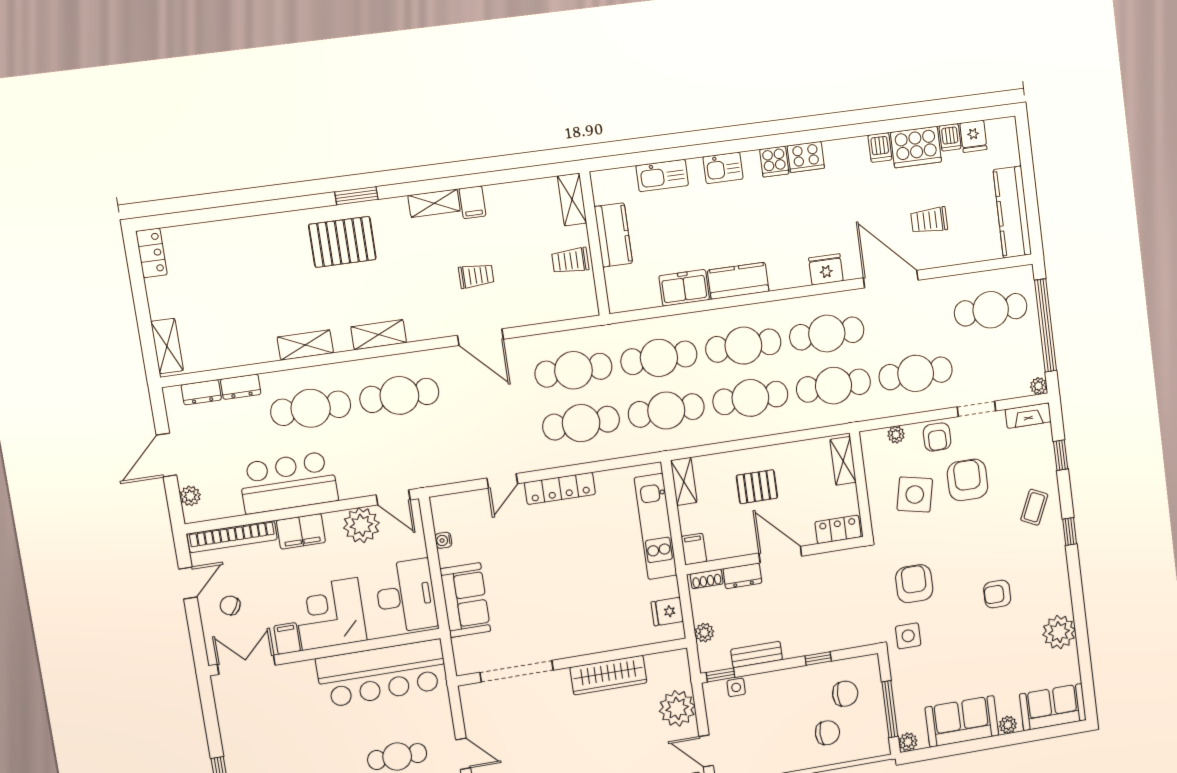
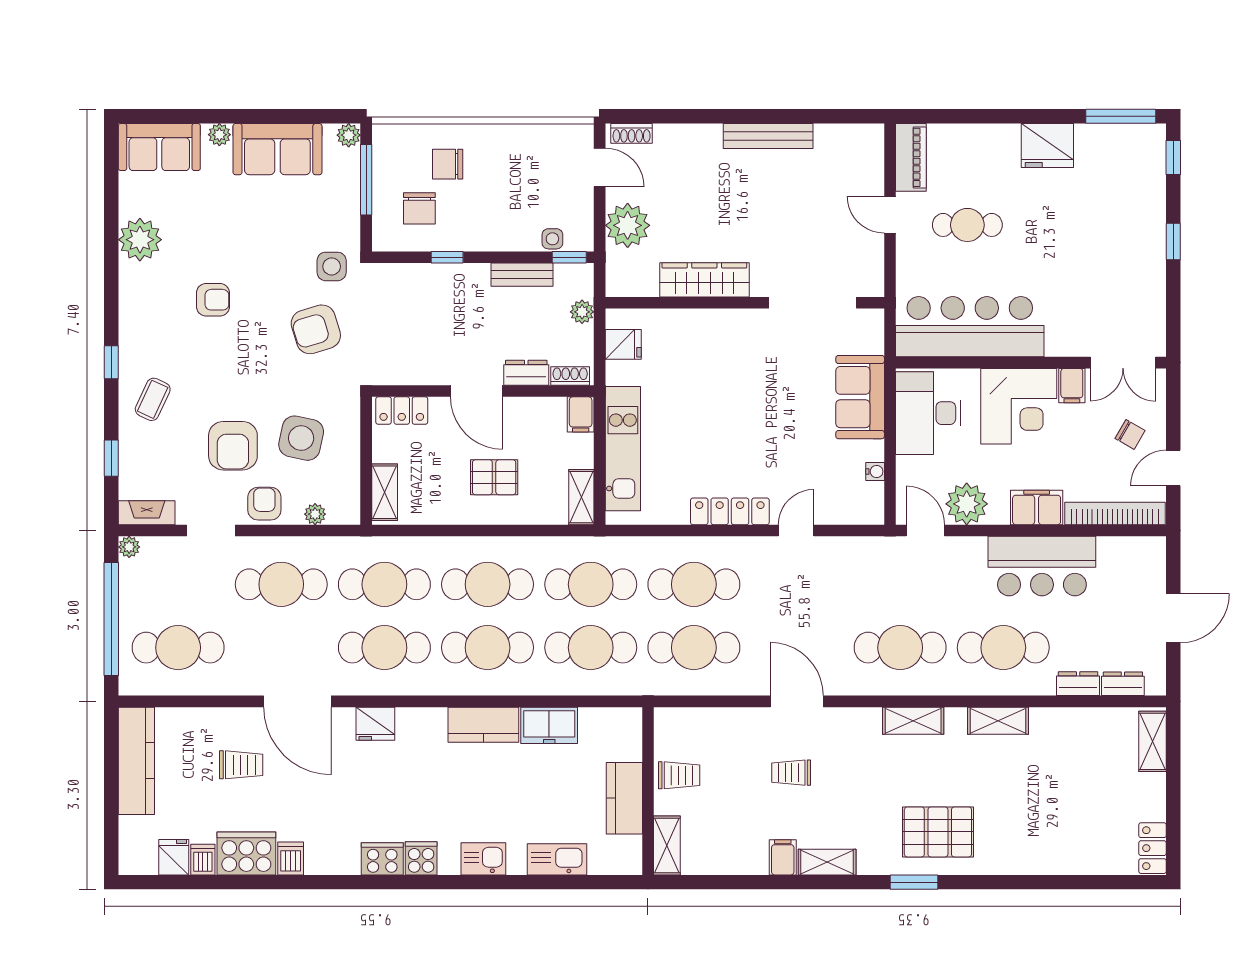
plant: (190, 496) -> (1154, 568), removed
armchair: (914, 584) -> (316, 329), turned 73
chair: (845, 694) -> (419, 208), turned -90

